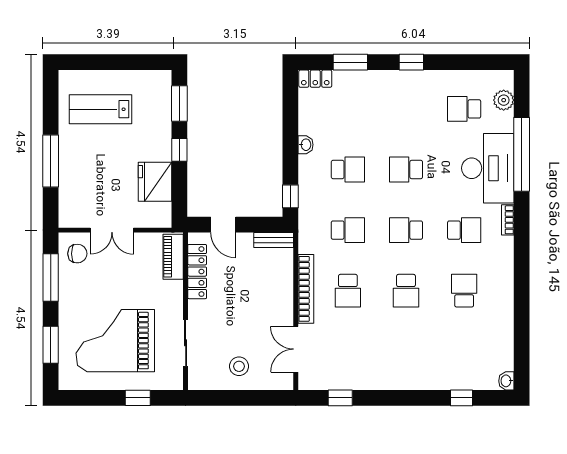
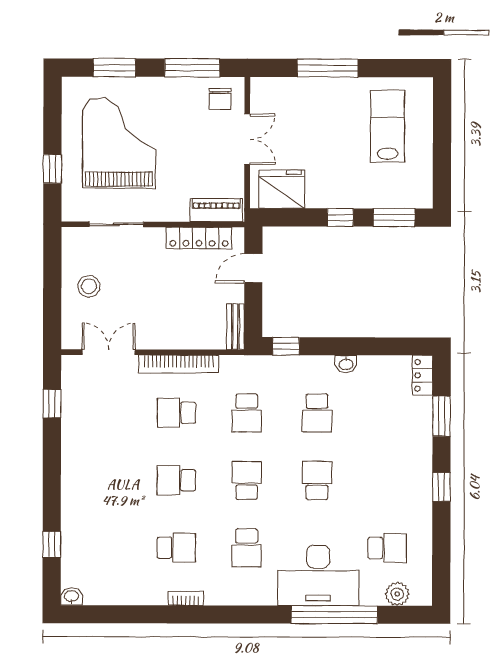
school desk: (464, 109) -> (387, 548), turned 90
fridge: (155, 182) -> (282, 189), moved
bookcase: (508, 220) -> (186, 598), moved
double door: (112, 230) -> (247, 139), swing flipped

